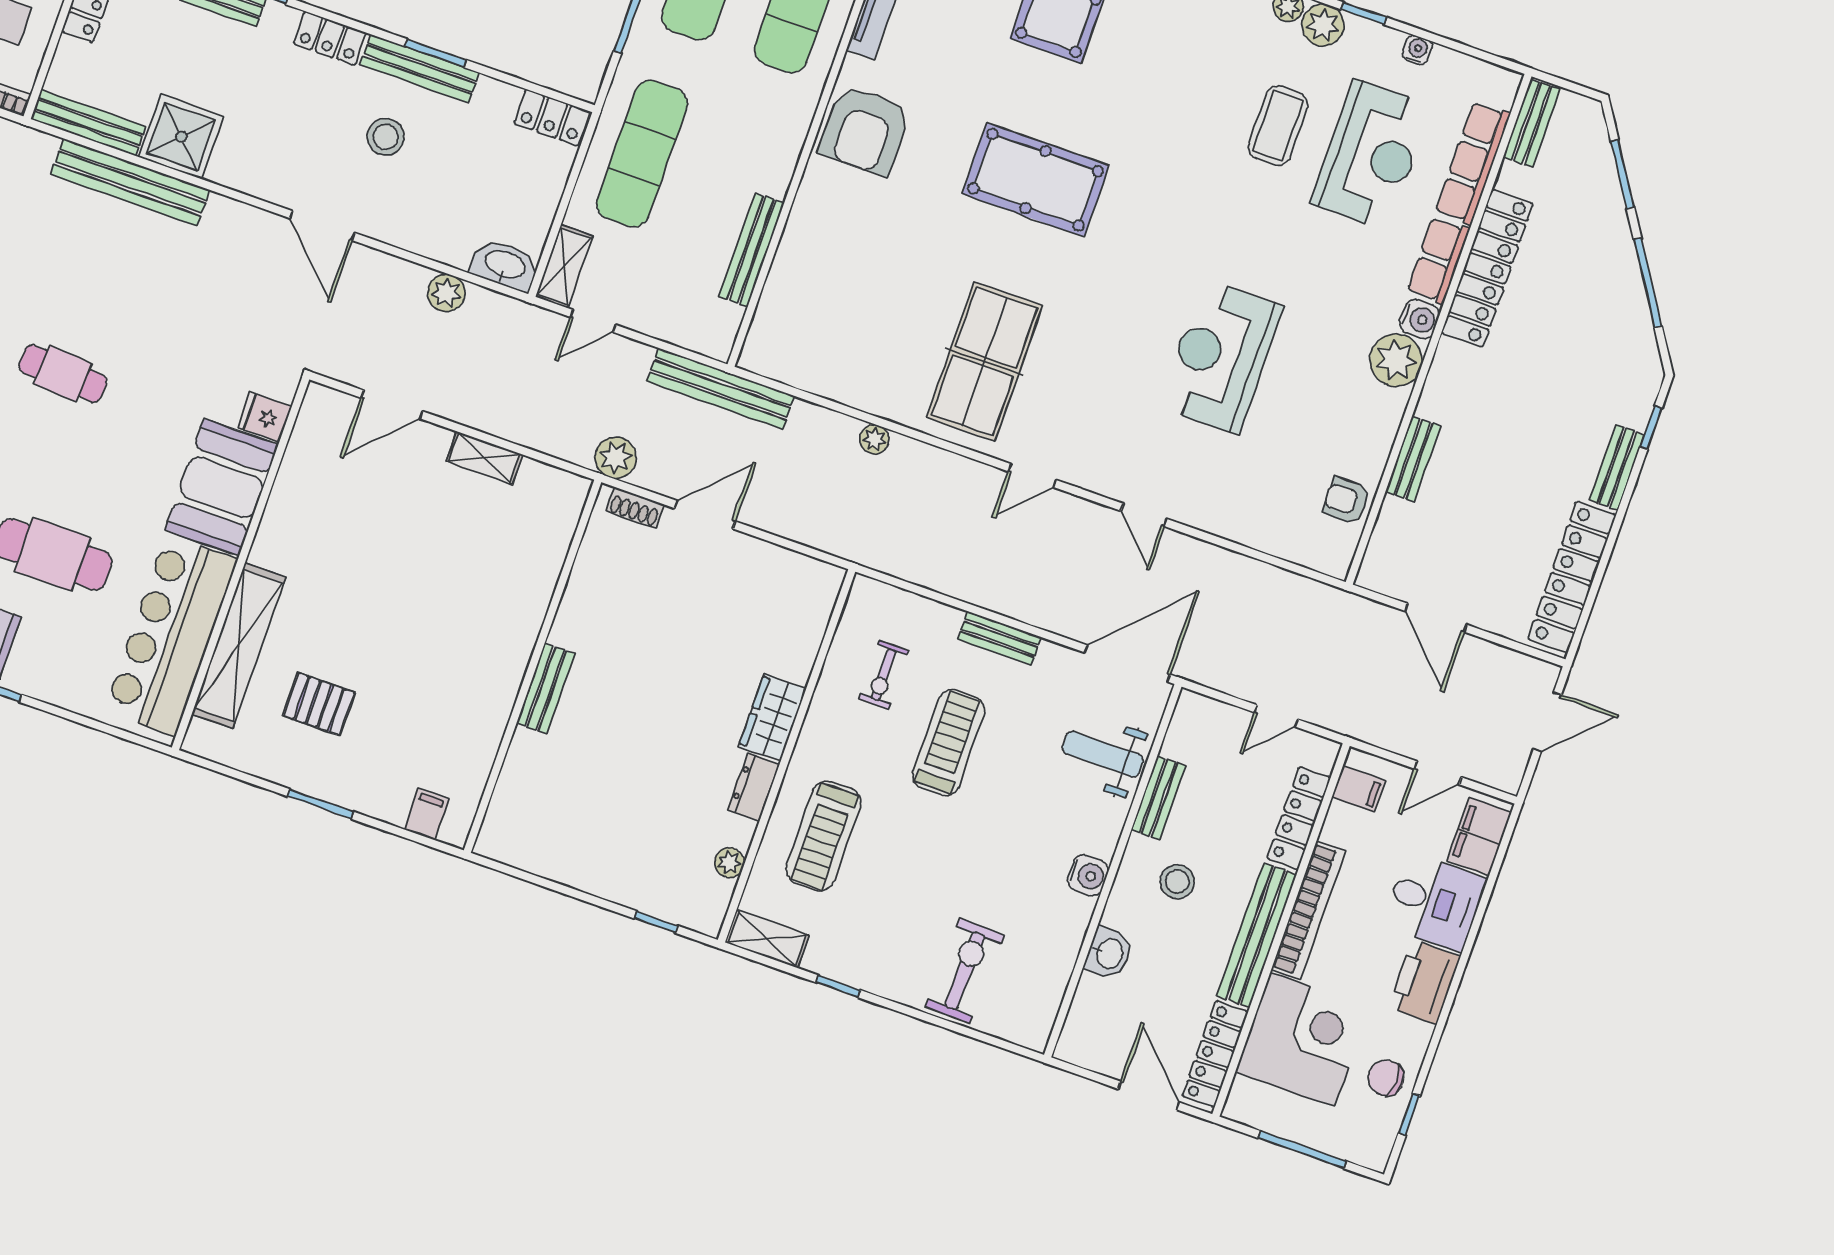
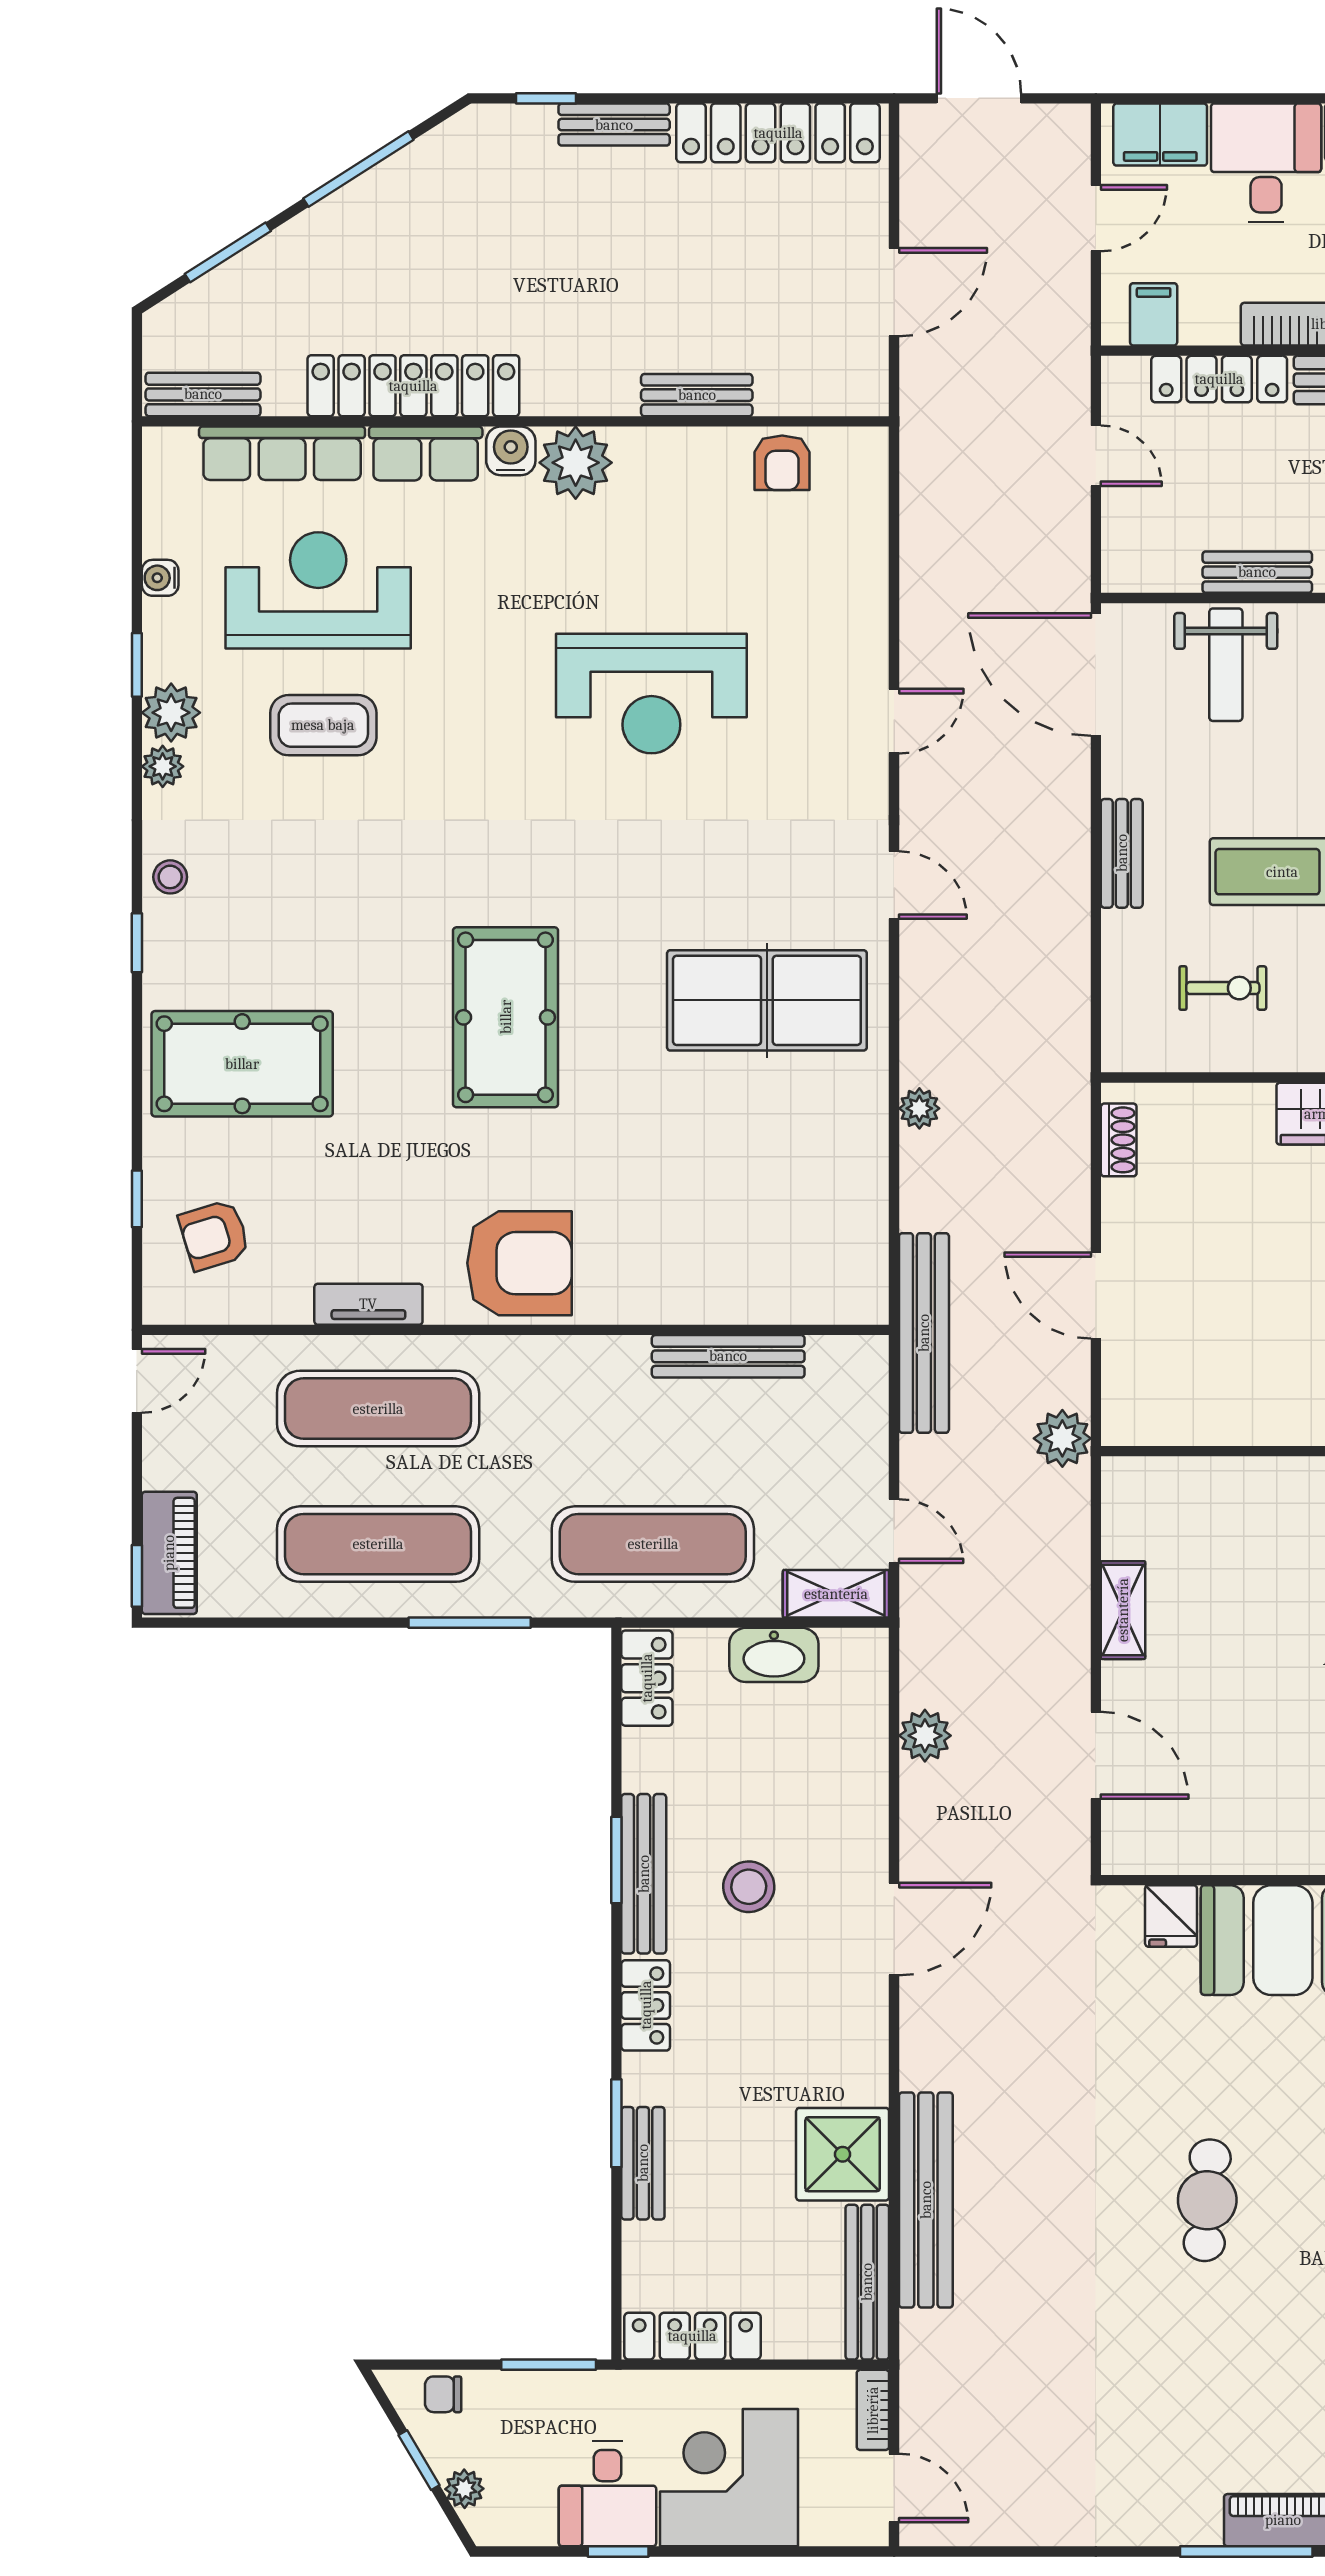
washbasin: (505, 265) -> (774, 1655), moved, turned -90
shoe rack: (635, 508) -> (1119, 1140), moved
door: (1438, 773) -> (1096, 218), hinge flipped

